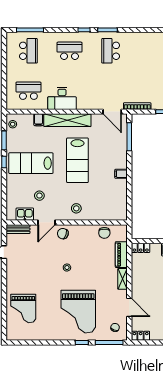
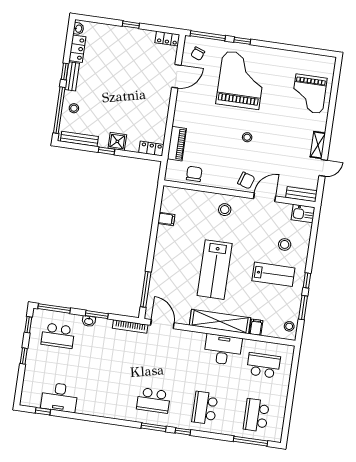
school desk: (70, 51) -> (205, 408), turned 90
school desk: (111, 51) -> (153, 400), turned 90
school desk: (28, 91) -> (263, 365), turned 180
lab bench: (77, 160) -> (215, 270), turned 180
lab bench: (31, 163) -> (273, 274), width x0.73, depth x0.72
filing cabinet: (121, 174) -> (166, 219), moved
stool: (39, 196) -> (285, 244), moved
kitchen sink: (25, 214) -> (303, 213), moved
shelving: (122, 279) -> (318, 145), moved
door: (129, 307) -> (176, 76), swing flipped
grand piano: (23, 308) -> (309, 94), turned 180

